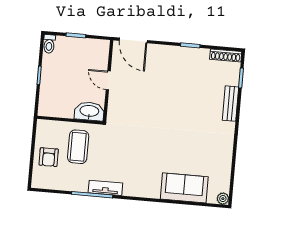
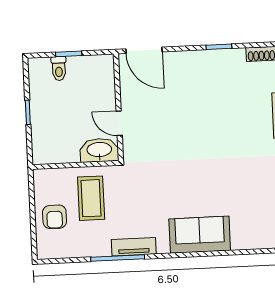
toilet: (49, 44) -> (59, 68), moved
door: (108, 80) -> (119, 123), moved
sofa: (184, 188) -> (200, 235), moved

